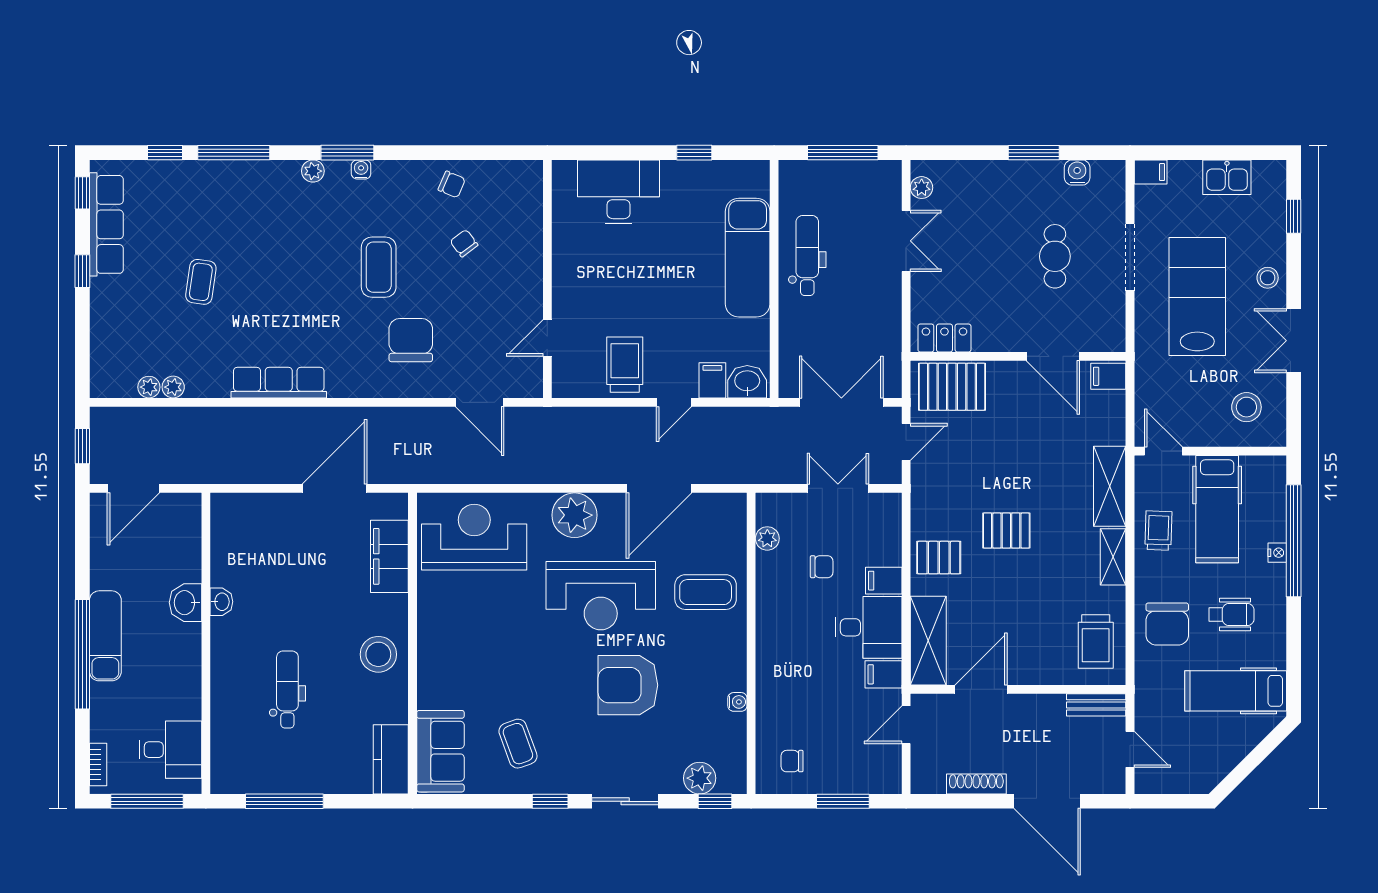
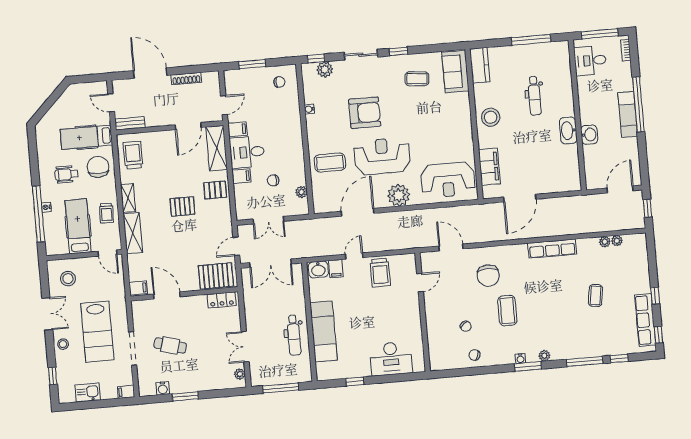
cafe table: (1055, 256) -> (170, 346), turned -74
washbasin: (221, 602) -> (568, 130), width x1.91, depth x1.45
hospital bed: (1236, 691) -> (86, 137), moved, turned 180
coffee table: (518, 744) -> (417, 79), turned -65

